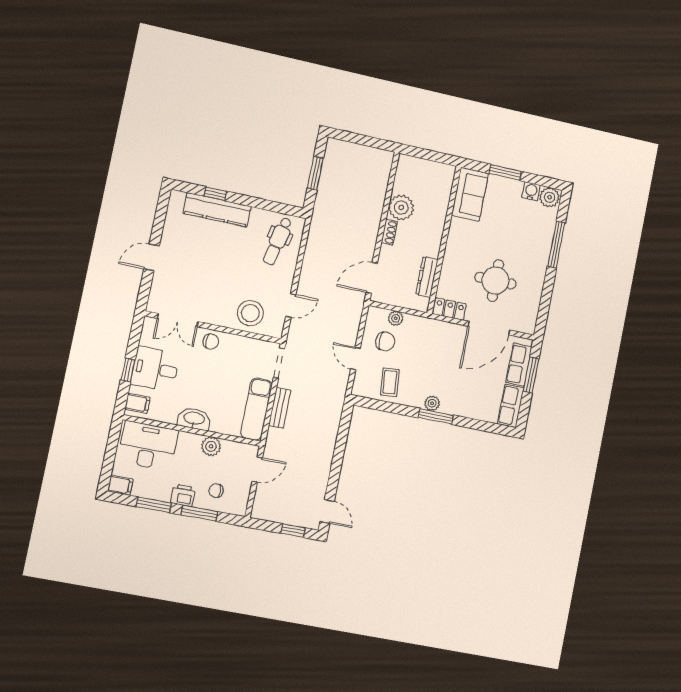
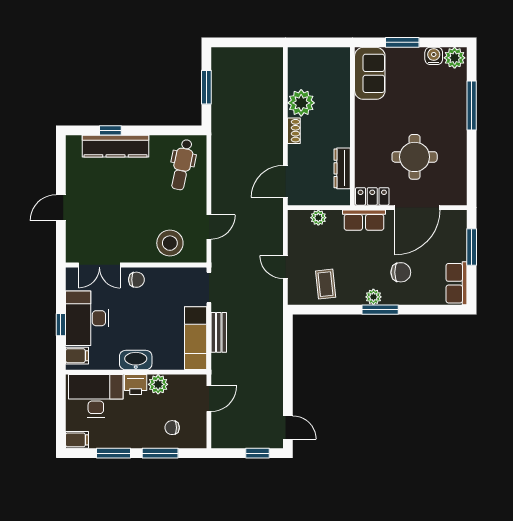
chair: (385, 341) -> (401, 272), moved
row of seats: (519, 365) -> (364, 220), moved, turned -90
desk: (155, 369) -> (87, 318), width x1.37
printer: (183, 495) -> (136, 385), moved, turned 180

